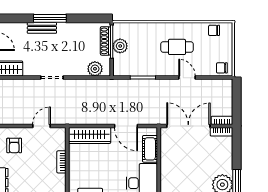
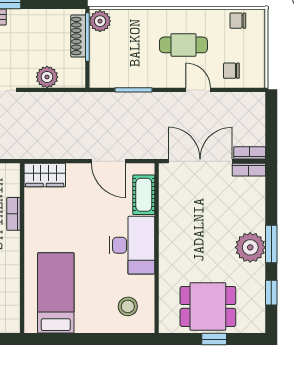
plant: (120, 46) -> (100, 21), moved
chair: (222, 68) -> (231, 71), moved
plant: (95, 69) -> (47, 77), moved
wardrobe: (90, 135) -> (45, 175), width x0.67

